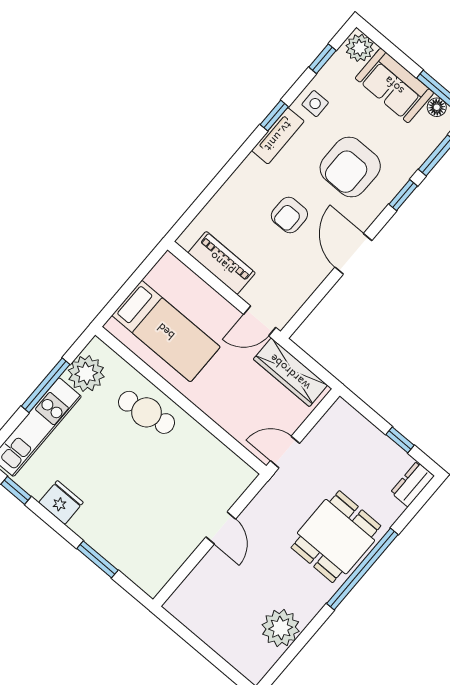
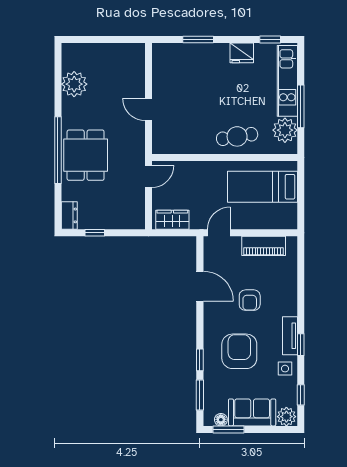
armchair: (289, 215) -> (250, 300), turned 180
door: (353, 254) -> (200, 286), moved
wardrobe: (290, 372) -> (172, 220), width x0.67

